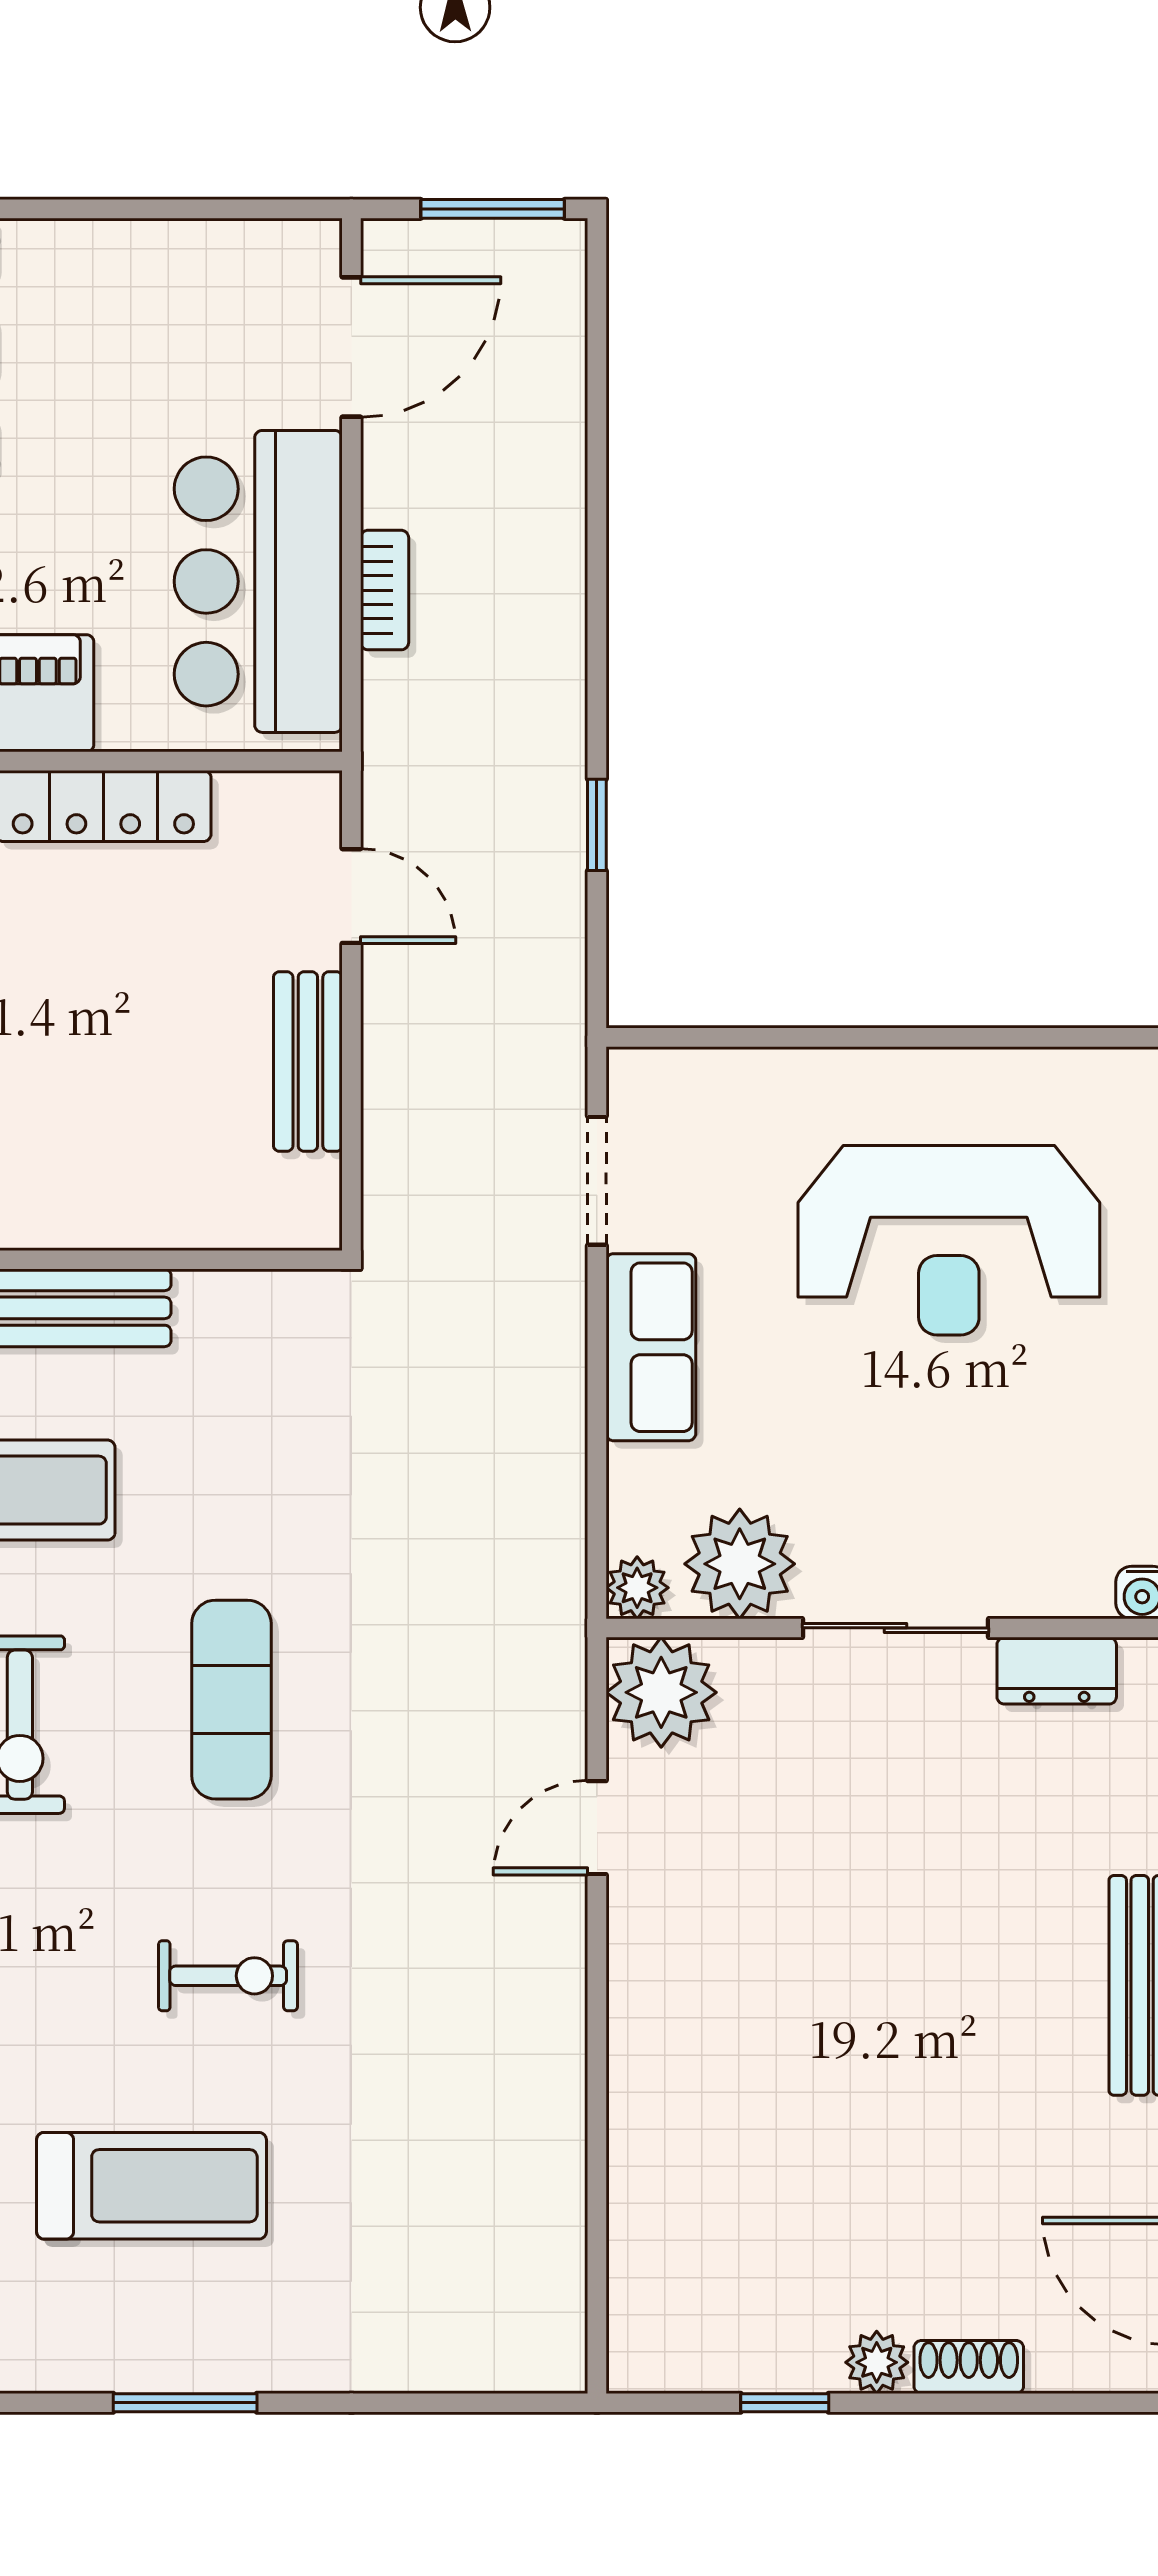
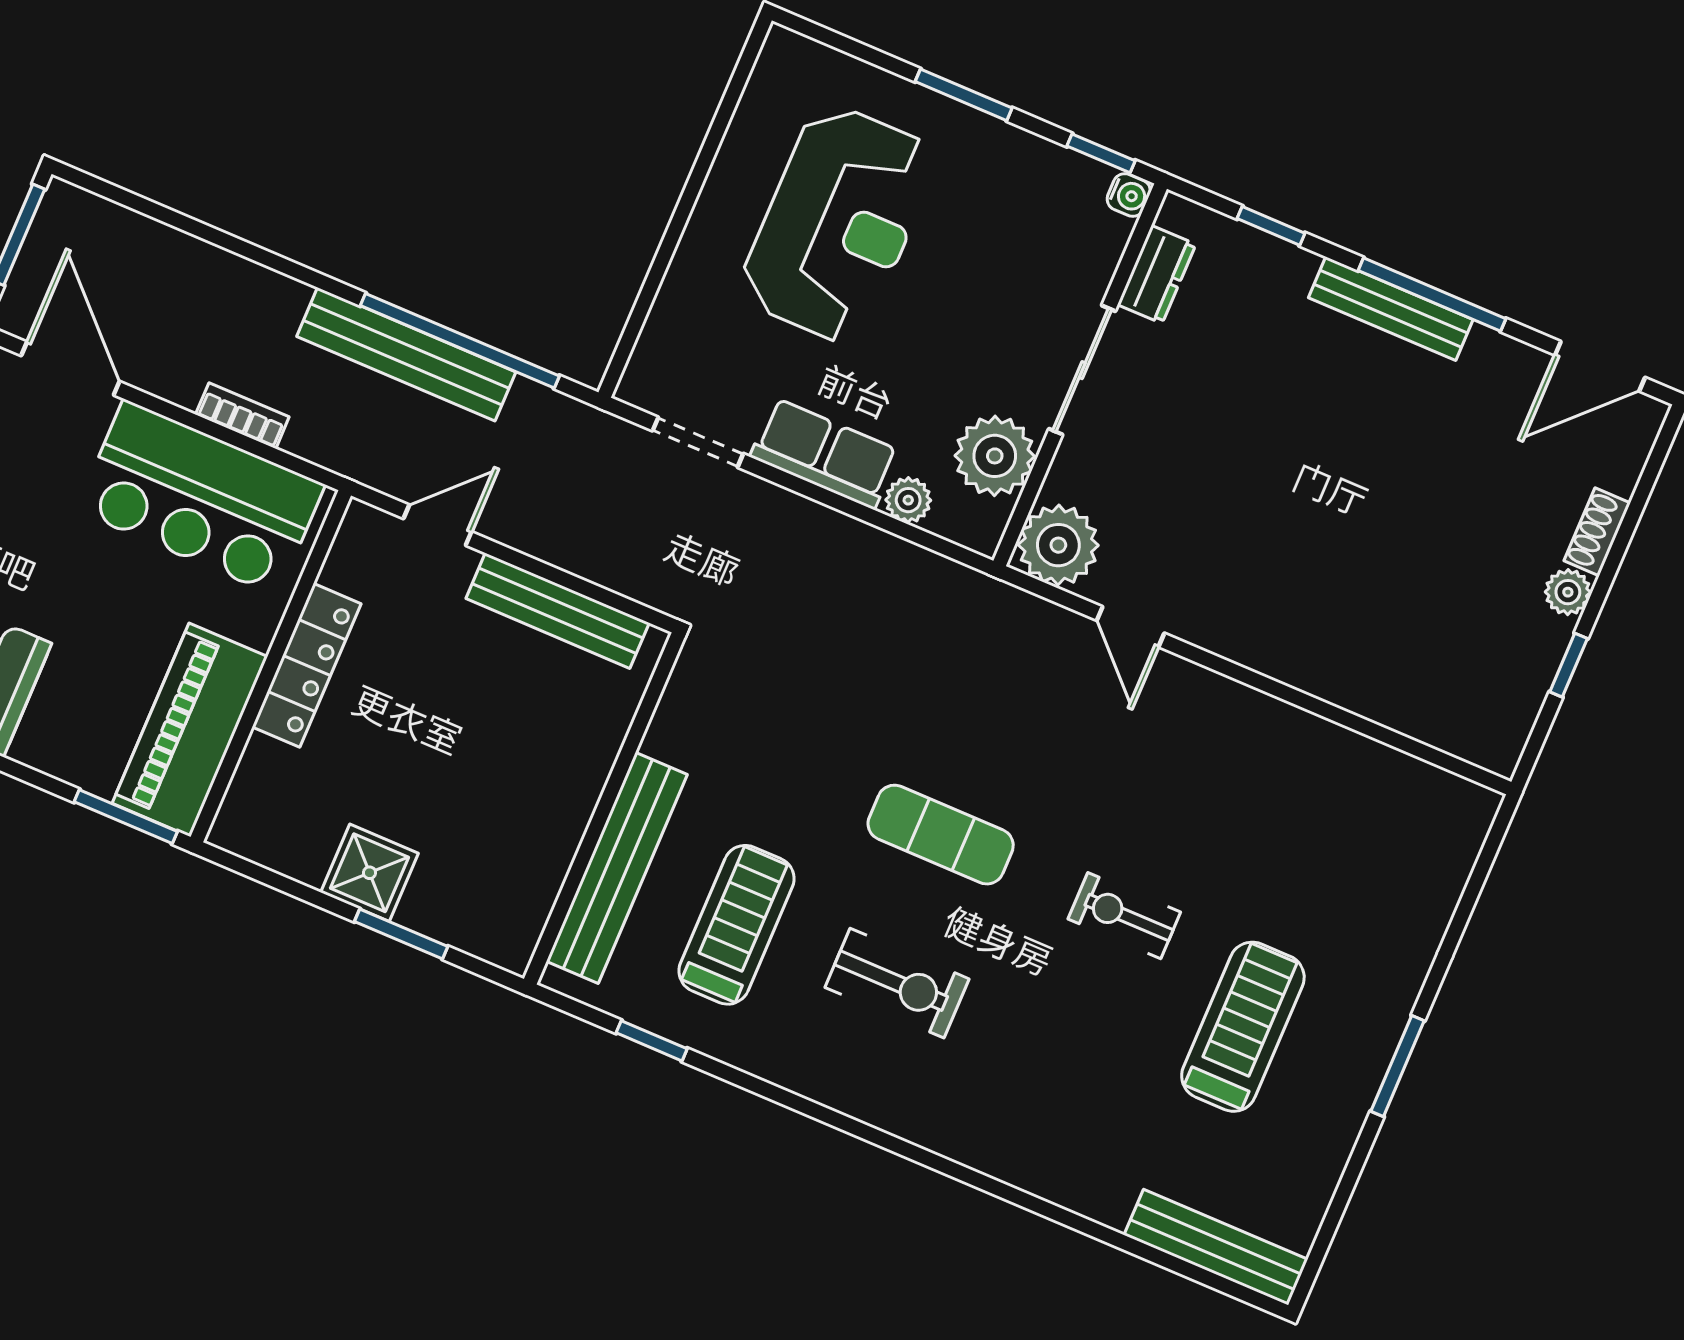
bench: (551, 764) -> (406, 354), added
window: (597, 825) -> (460, 341), width x3.17
bench: (308, 1061) -> (558, 611), width x1.36
plant: (637, 1588) -> (908, 500), moved
exercise bike: (228, 1976) -> (1124, 916), turned -90

